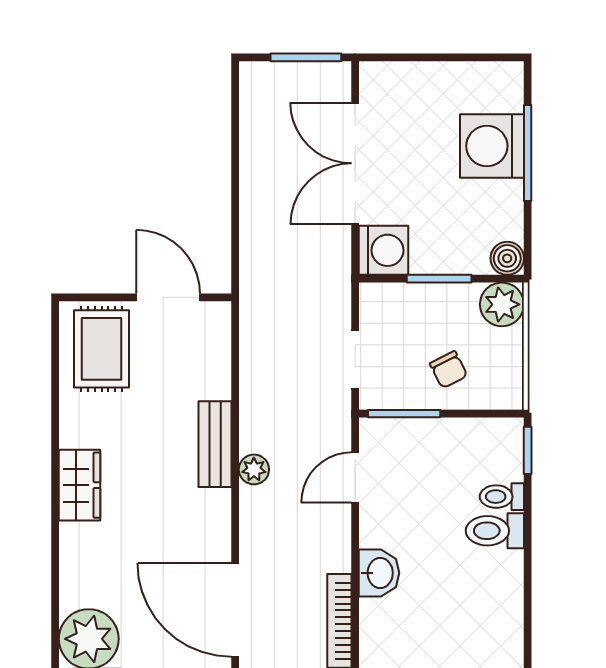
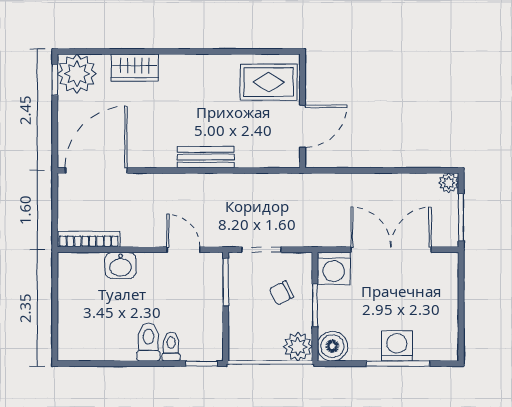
washing machine: (492, 146) -> (397, 346), width x0.73, depth x0.73
boiler: (507, 258) -> (332, 346), width x1.36, depth x1.36
chair: (449, 370) -> (281, 293), moved
plant: (254, 469) -> (449, 183), moved
wardrobe: (80, 485) -> (135, 68), moved

